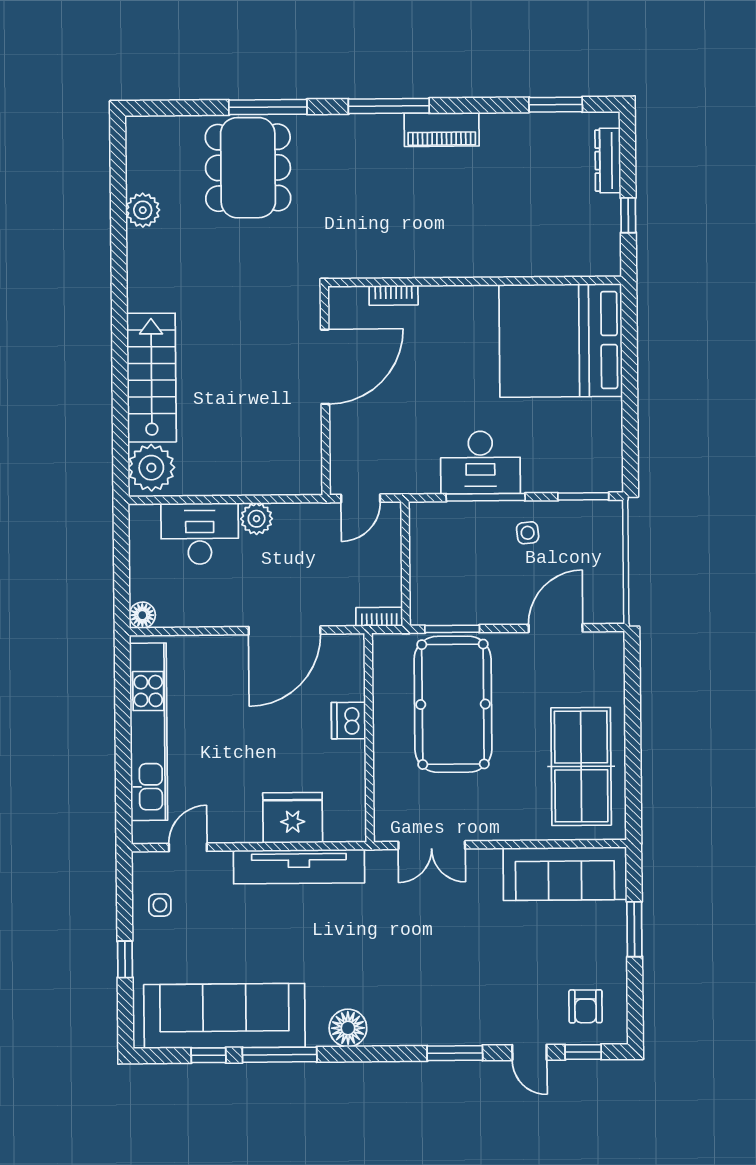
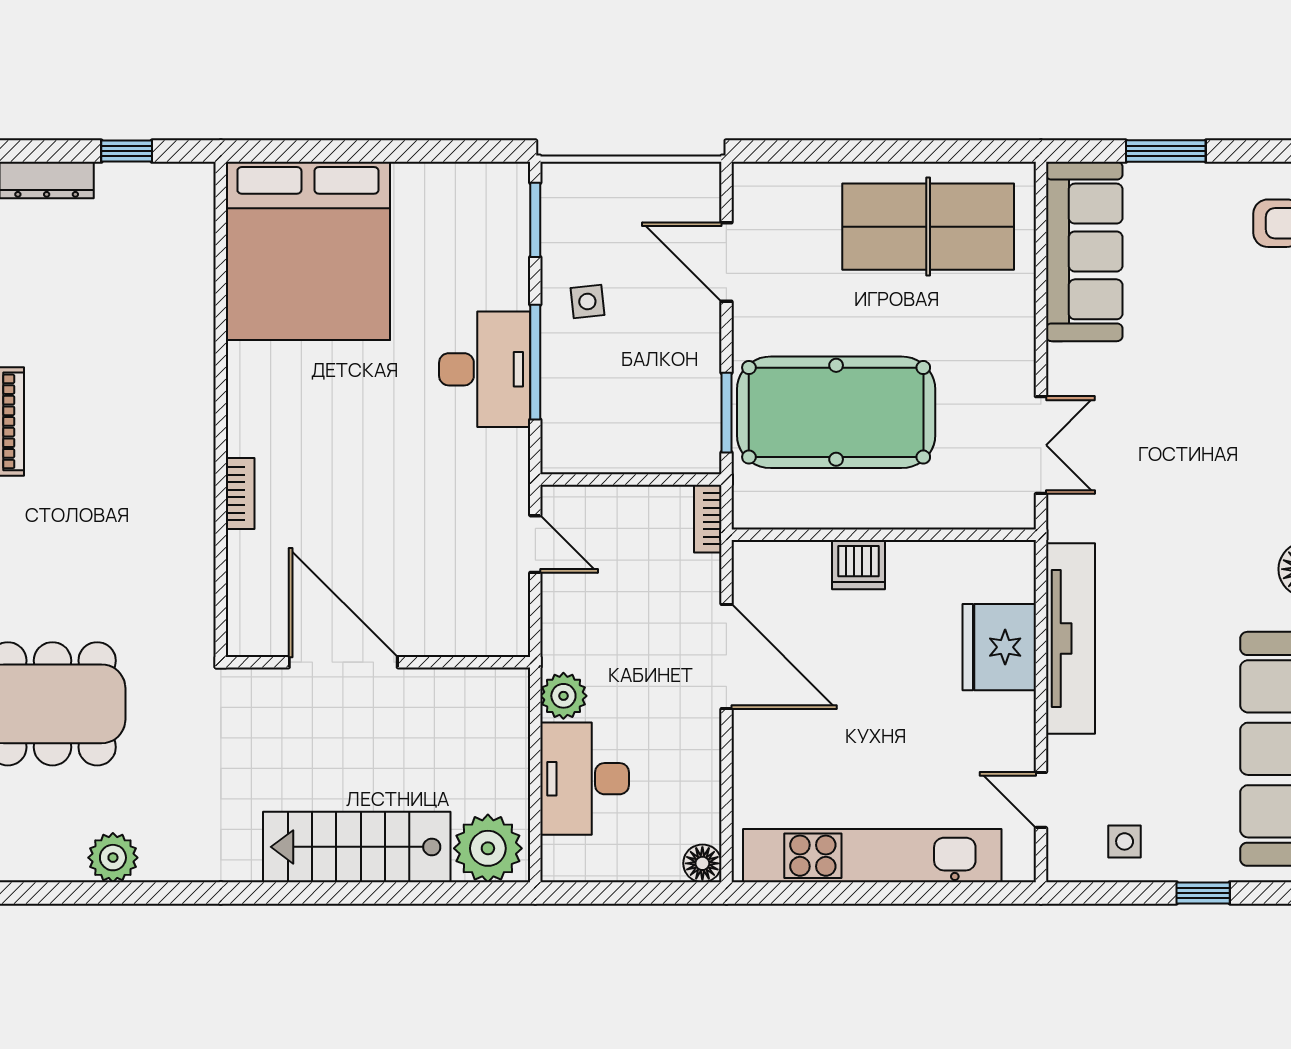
door: (325, 367) -> (343, 662), moved
wall: (325, 391) -> (378, 662), moved

